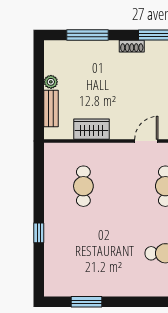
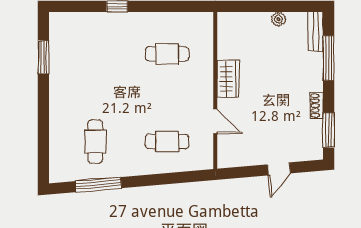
bench: (51, 108) -> (316, 31), moved, turned 90
wardrobe: (92, 129) -> (228, 79), moved

